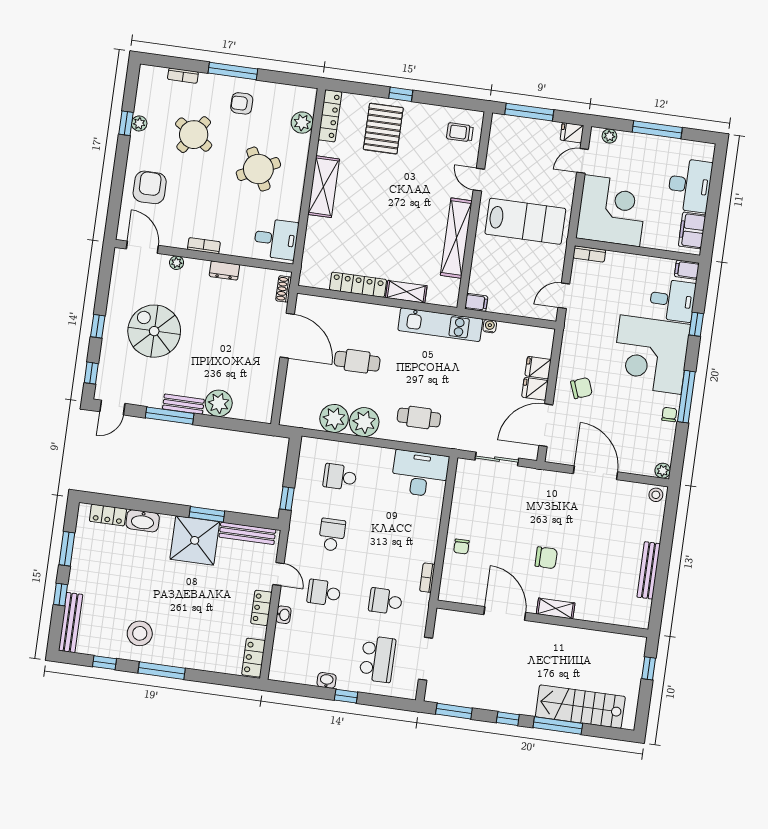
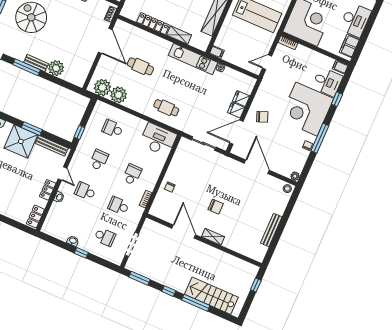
plant: (364, 422) -> (102, 88), moved
school desk: (393, 543) -> (132, 174), added
school desk: (377, 659) -> (105, 237), width x0.54

